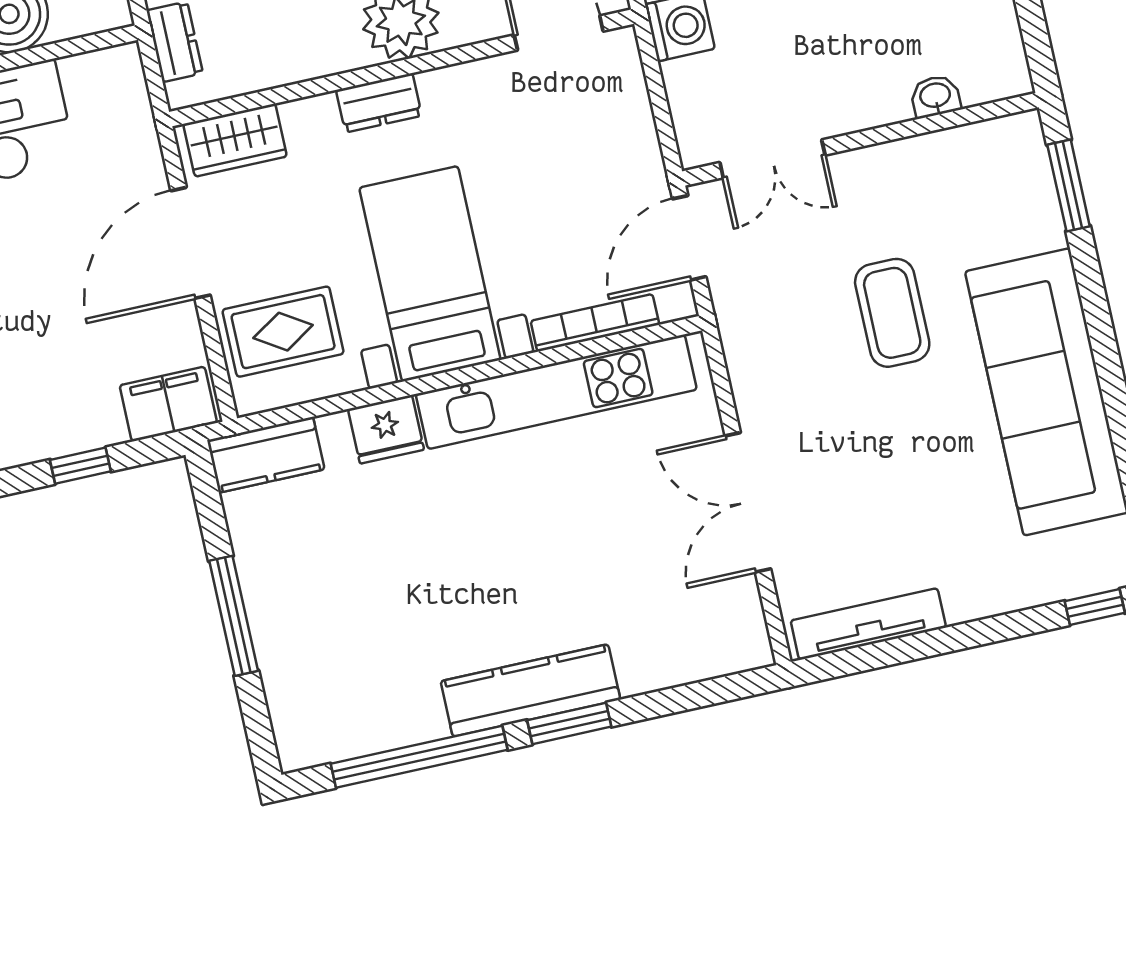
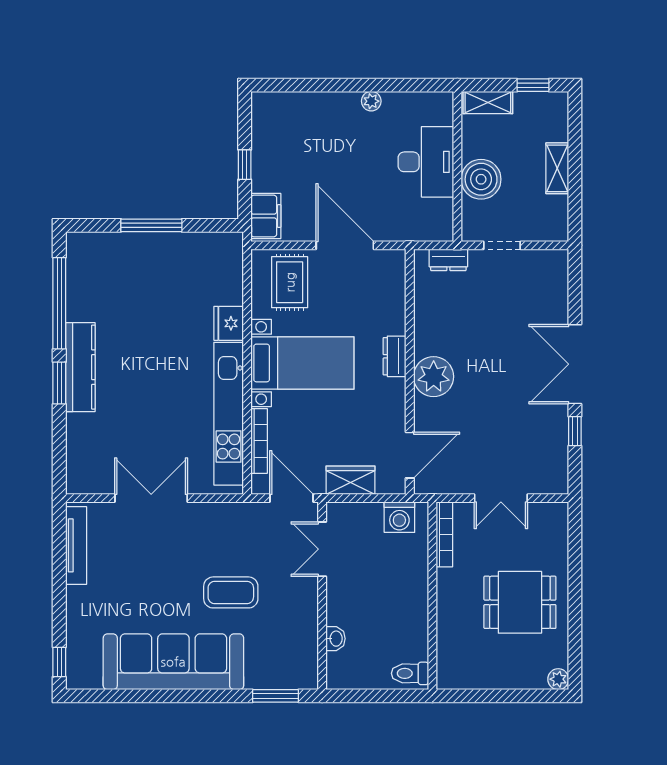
wardrobe: (235, 140) -> (351, 480), moved, turned 90
kitchen counter: (266, 455) -> (229, 260), removed

